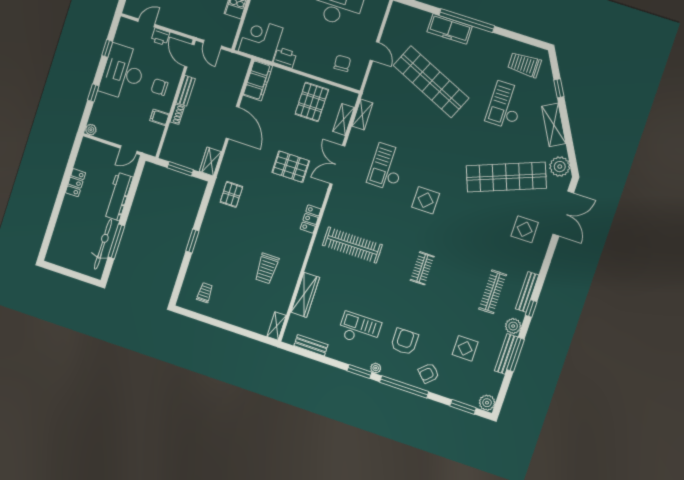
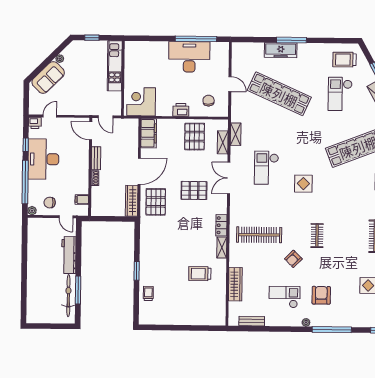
window: (467, 21) -> (291, 40), width x0.68
printer: (160, 37) -> (35, 123), moved
printer: (285, 58) -> (181, 110), moved
chair: (160, 87) -> (50, 203), moved
window: (93, 93) -> (25, 182), width x3.17
filing cabinet: (159, 117) -> (82, 200), moved
door: (232, 123) -> (139, 171), hinge flipped
door: (129, 150) -> (66, 217), hinge flipped
wardrobe: (210, 161) -> (132, 201), width x1.50
window: (180, 169) -> (110, 219), removed
locker: (76, 183) -> (33, 255), removed
pallet: (231, 194) -> (156, 202), moved, width x1.50, depth x1.42
trolley: (267, 269) -> (200, 274), turned 90
trolley: (205, 293) -> (148, 293), moved
shelving: (277, 326) -> (222, 248), moved
window: (359, 372) -> (295, 329), removed
armchair: (429, 373) -> (293, 259), moved

